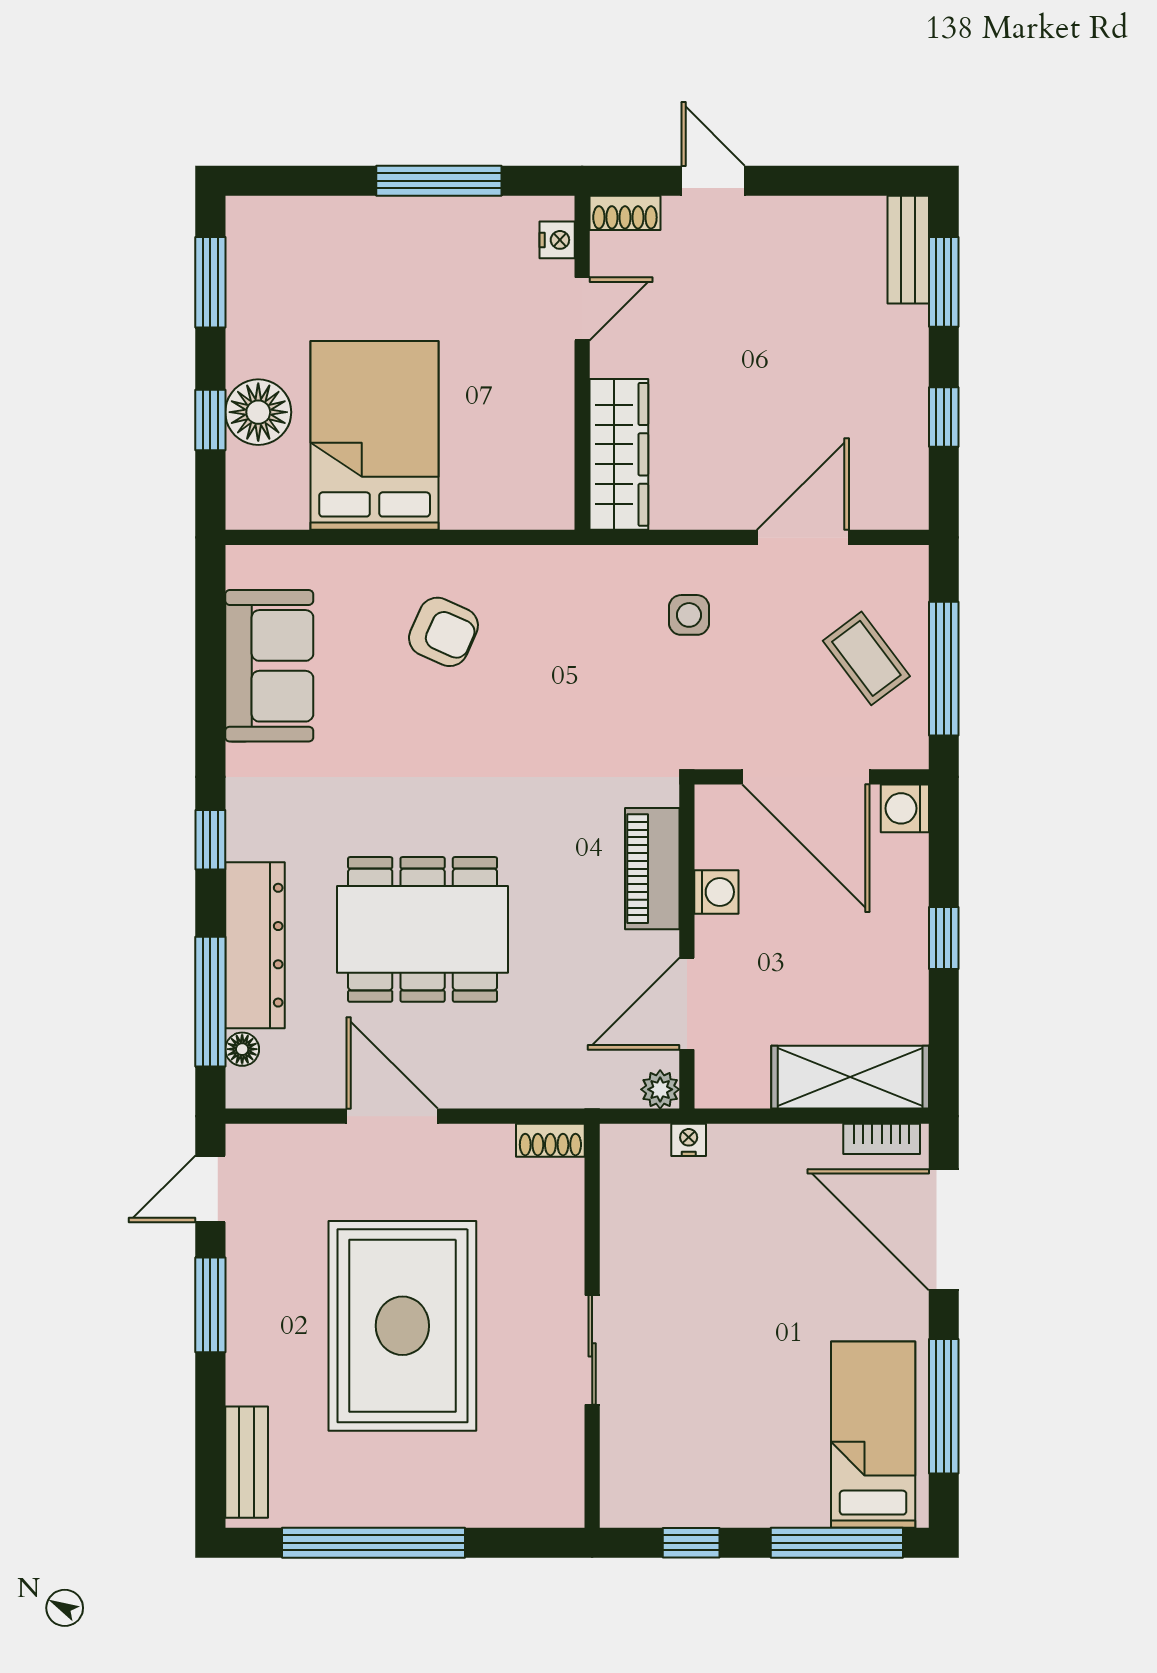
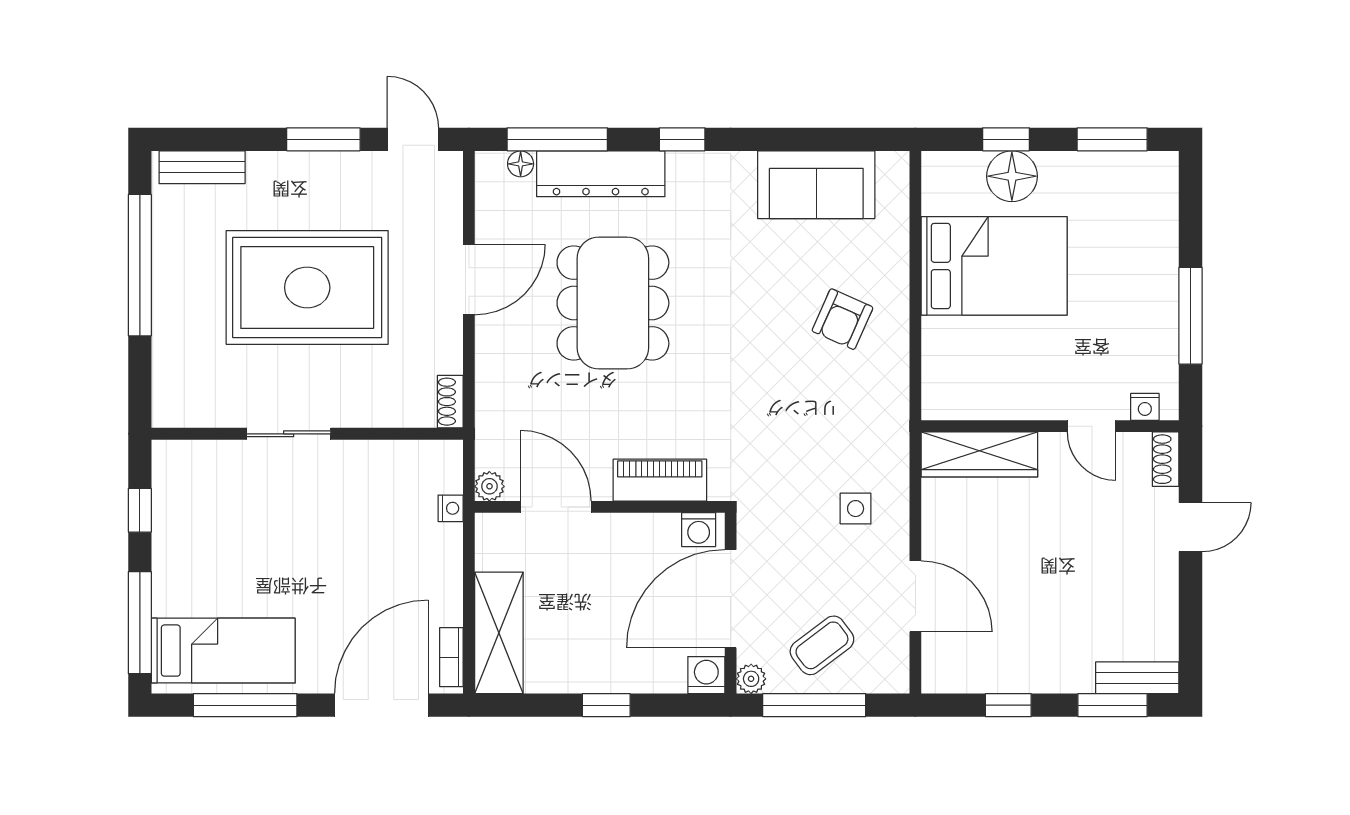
plant: (910, 750) -> (751, 679), added
washing machine: (716, 892) -> (699, 530), moved

